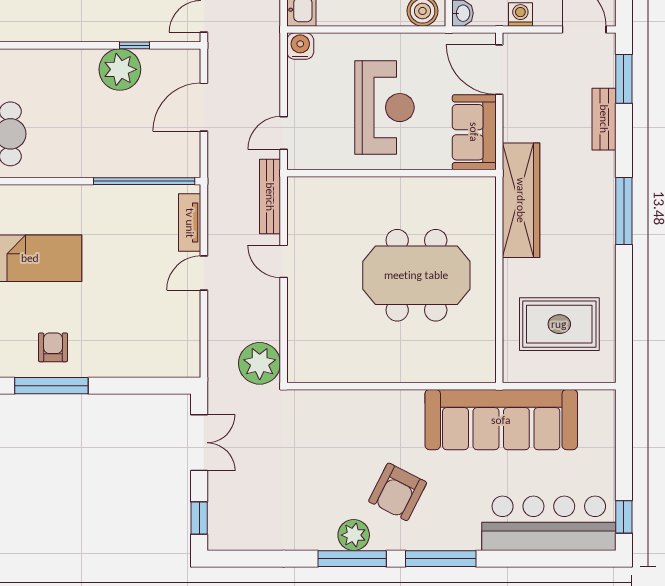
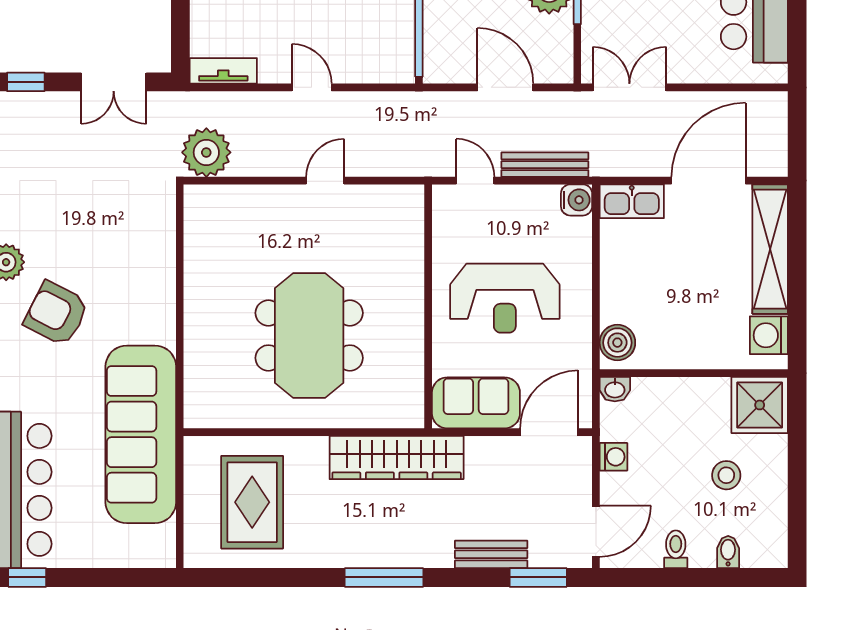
bench: (270, 197) -> (545, 165), moved
tv unit: (190, 223) -> (223, 71), moved

